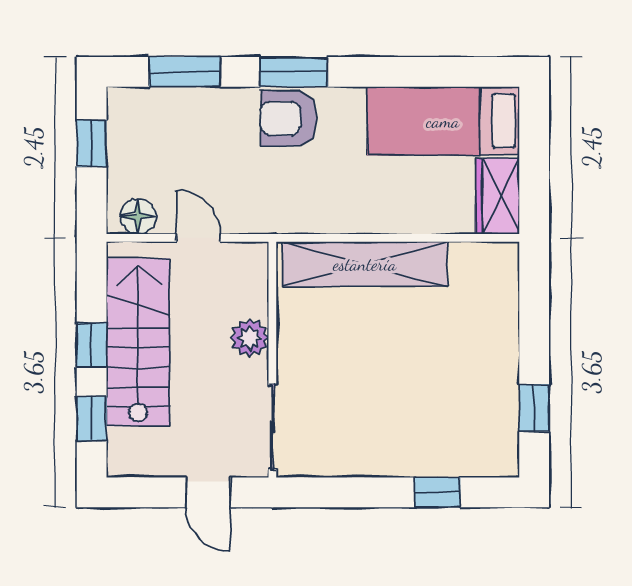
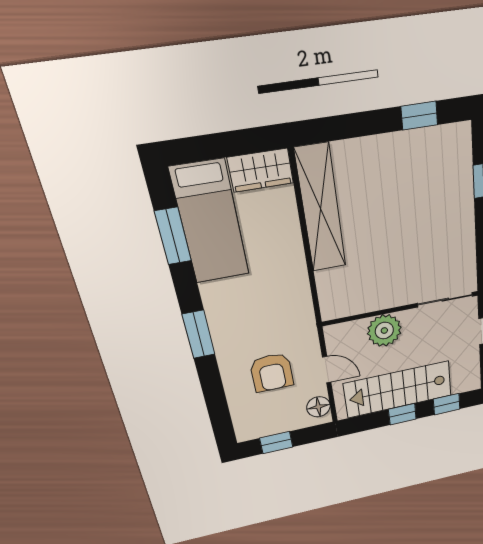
window: (185, 72) -> (173, 236), moved
armchair: (289, 118) -> (272, 372), moved
door: (198, 238) -> (327, 370), swing flipped
shelving: (365, 264) -> (321, 209), moved
plant: (250, 338) -> (384, 330), width x1.36, depth x1.36

